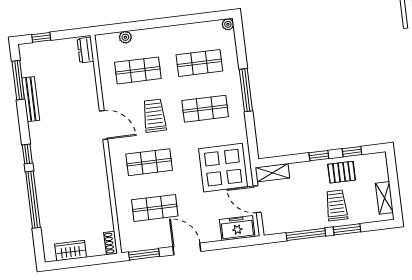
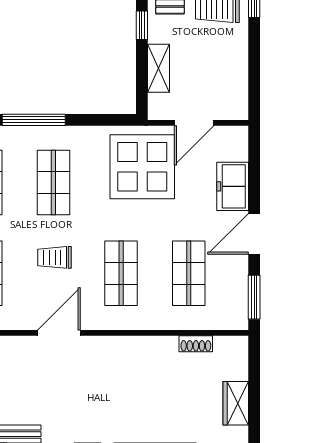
trolley: (154, 116) -> (55, 257), width x0.73, depth x0.72
shelving: (272, 173) -> (159, 68), moved
freezer: (237, 228) -> (233, 186), moved
window: (306, 234) -> (254, 58), removed
shoe rack: (111, 243) -> (196, 344), moved

